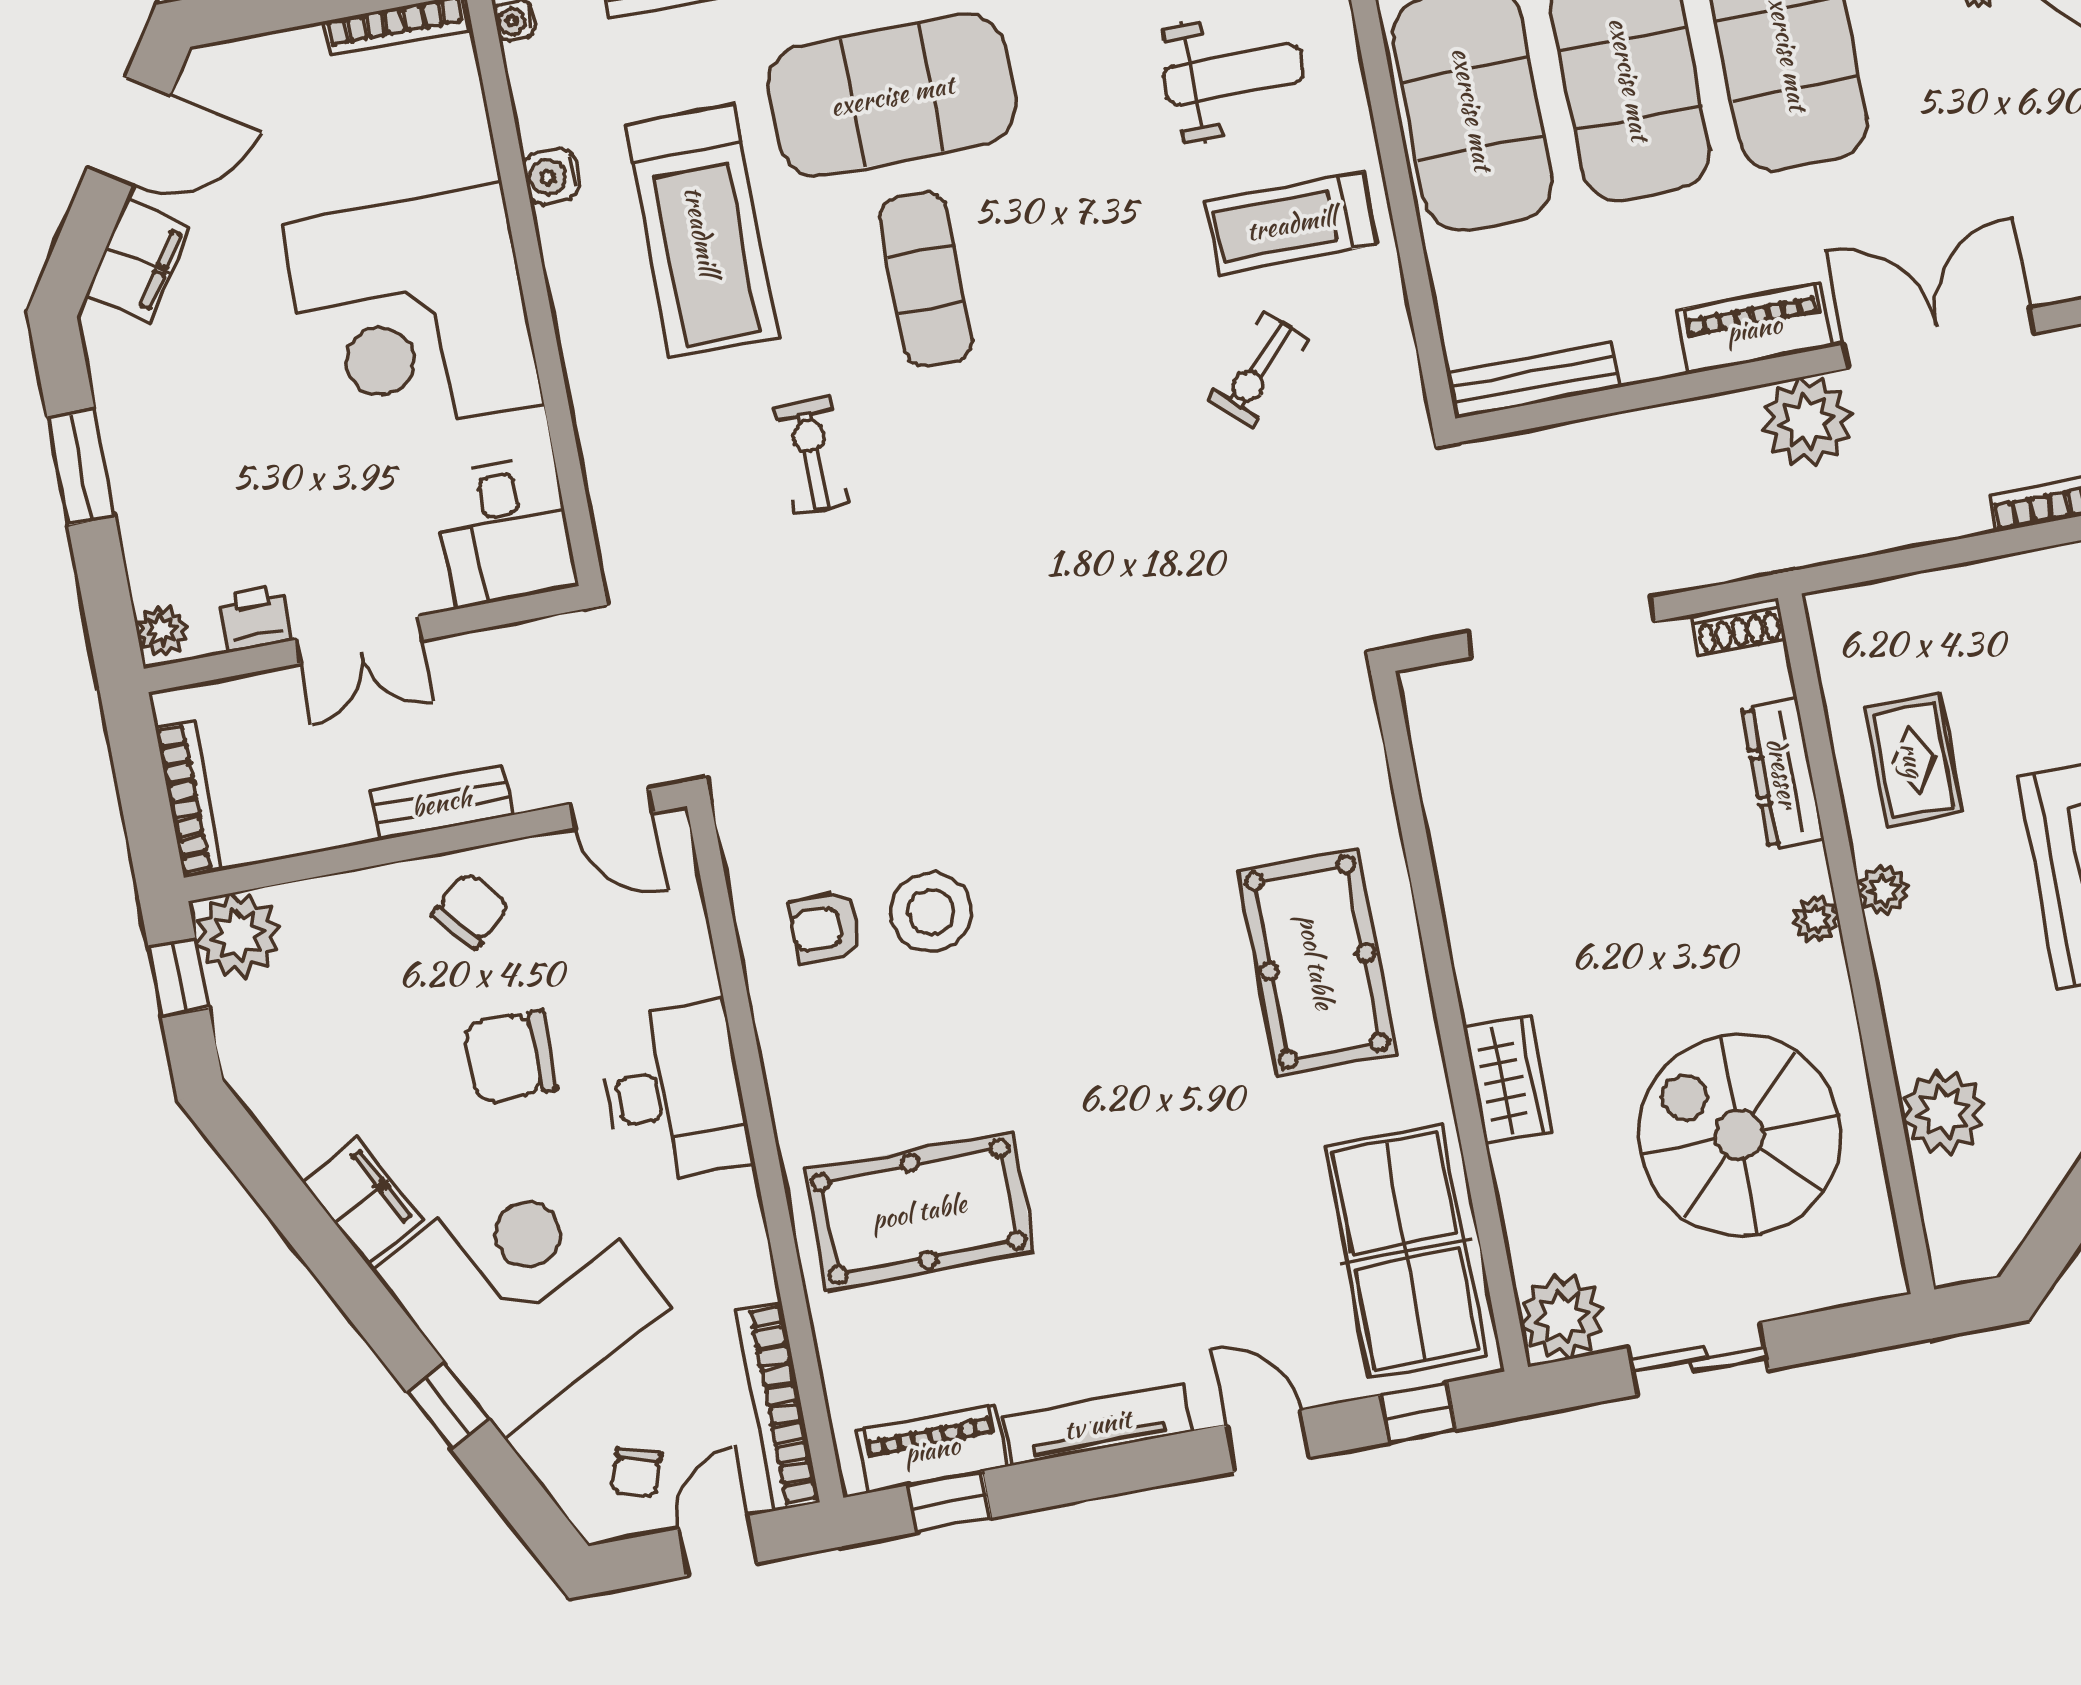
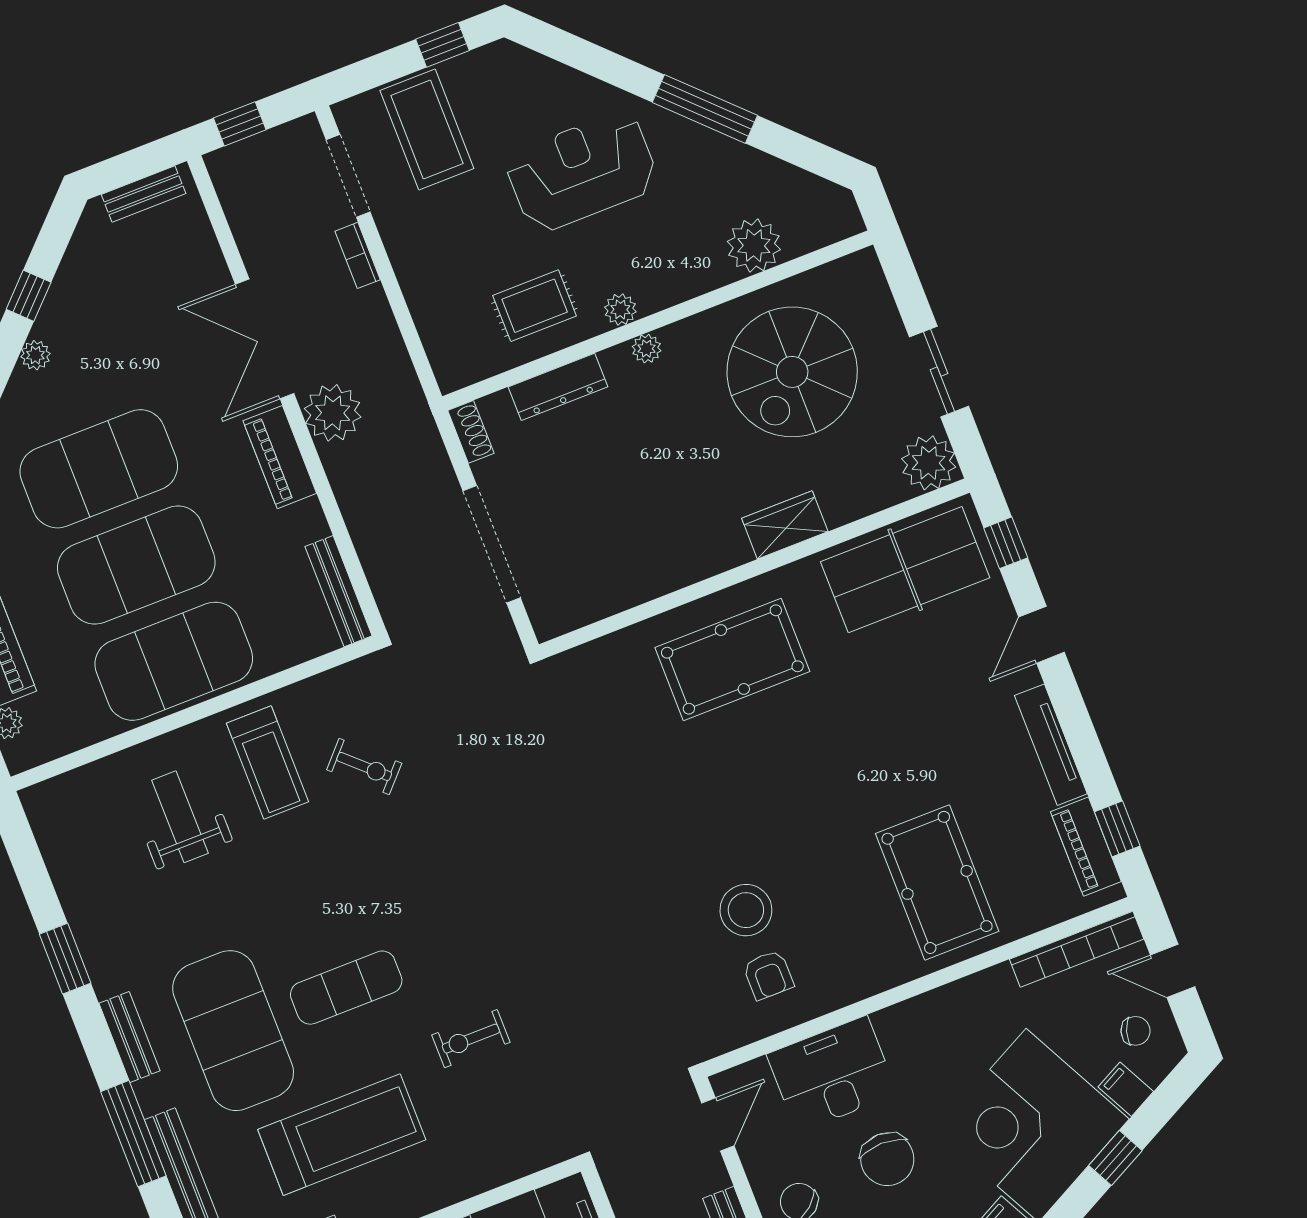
desk: (674, 1093) -> (832, 1074), moved
filing cabinet: (550, 1441) -> (1126, 1089), added

